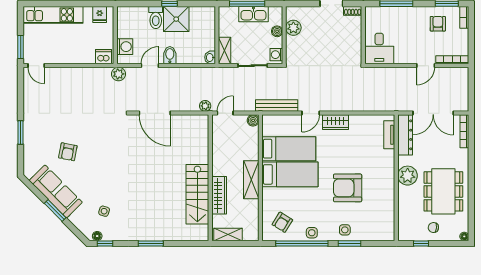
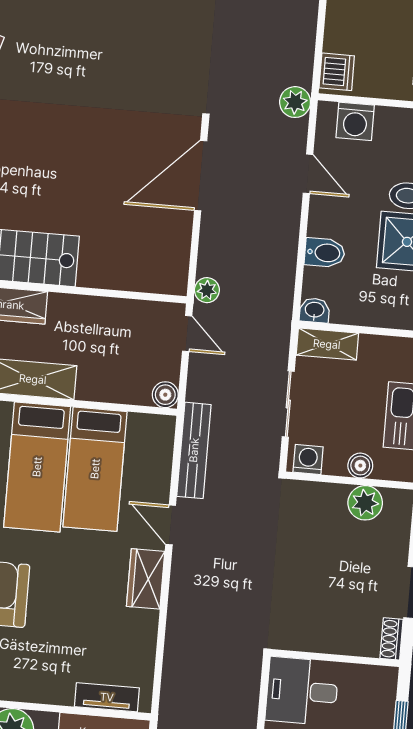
bidet: (170, 55) -> (325, 253), moved

